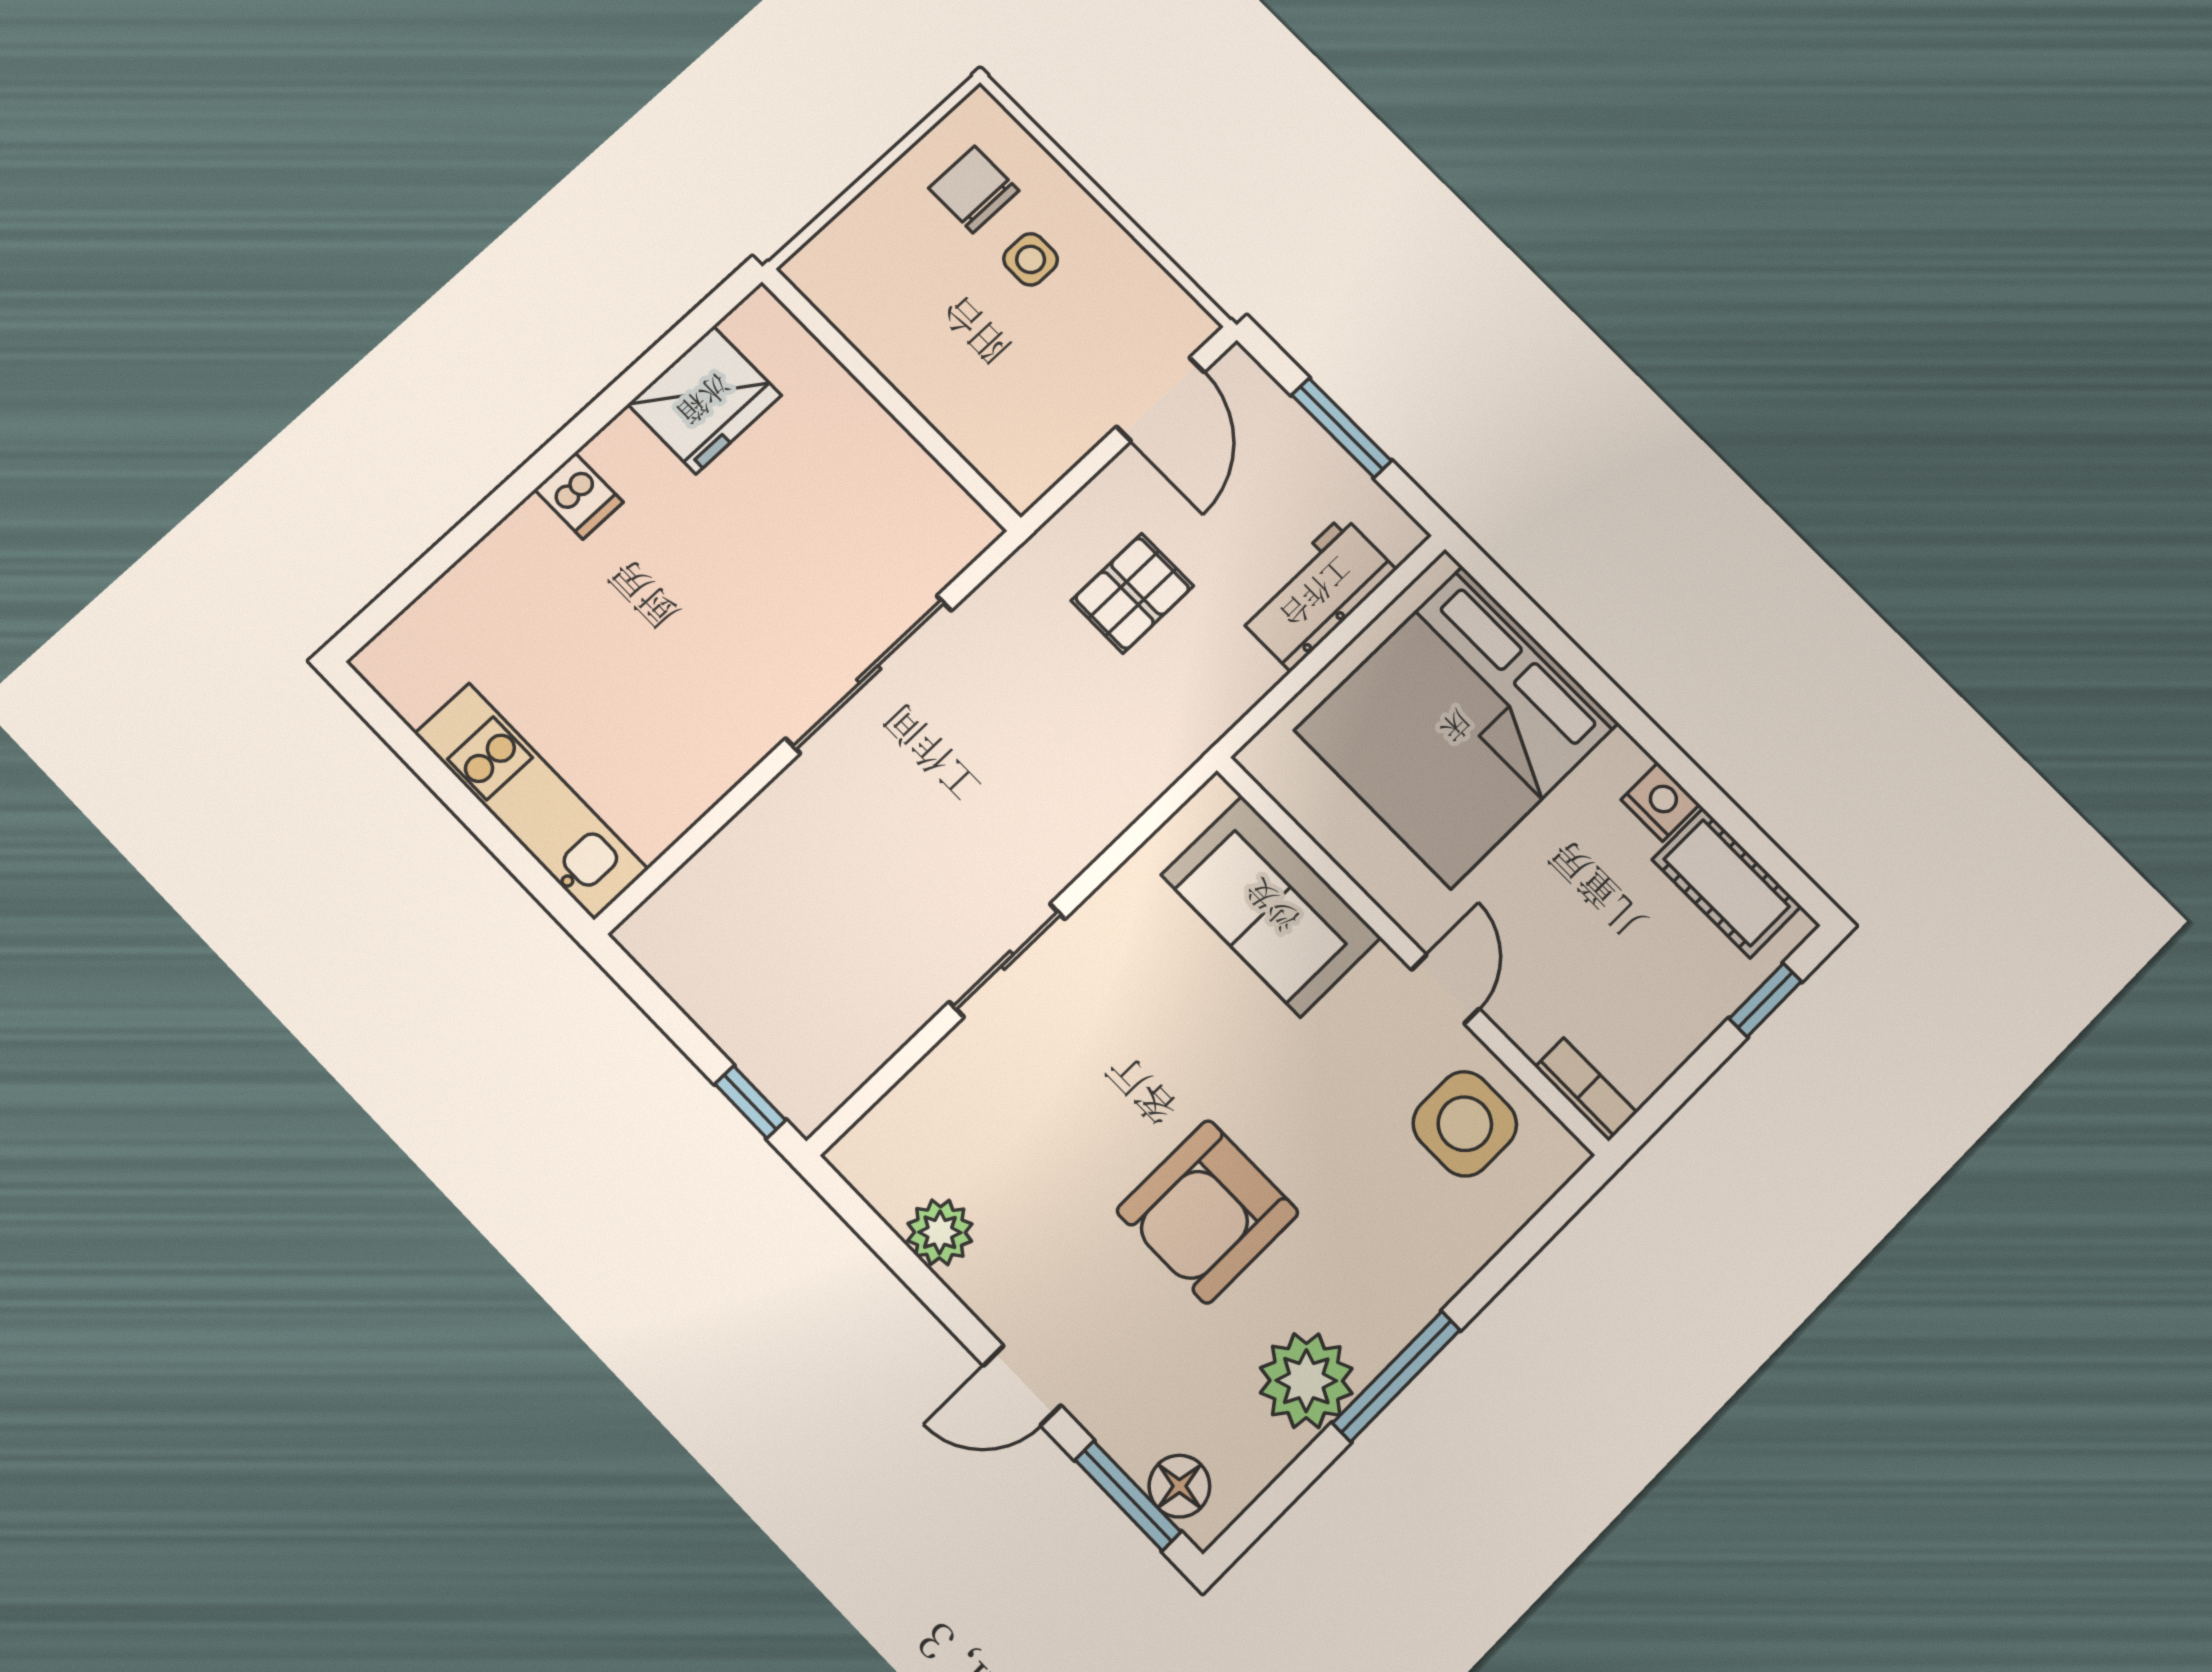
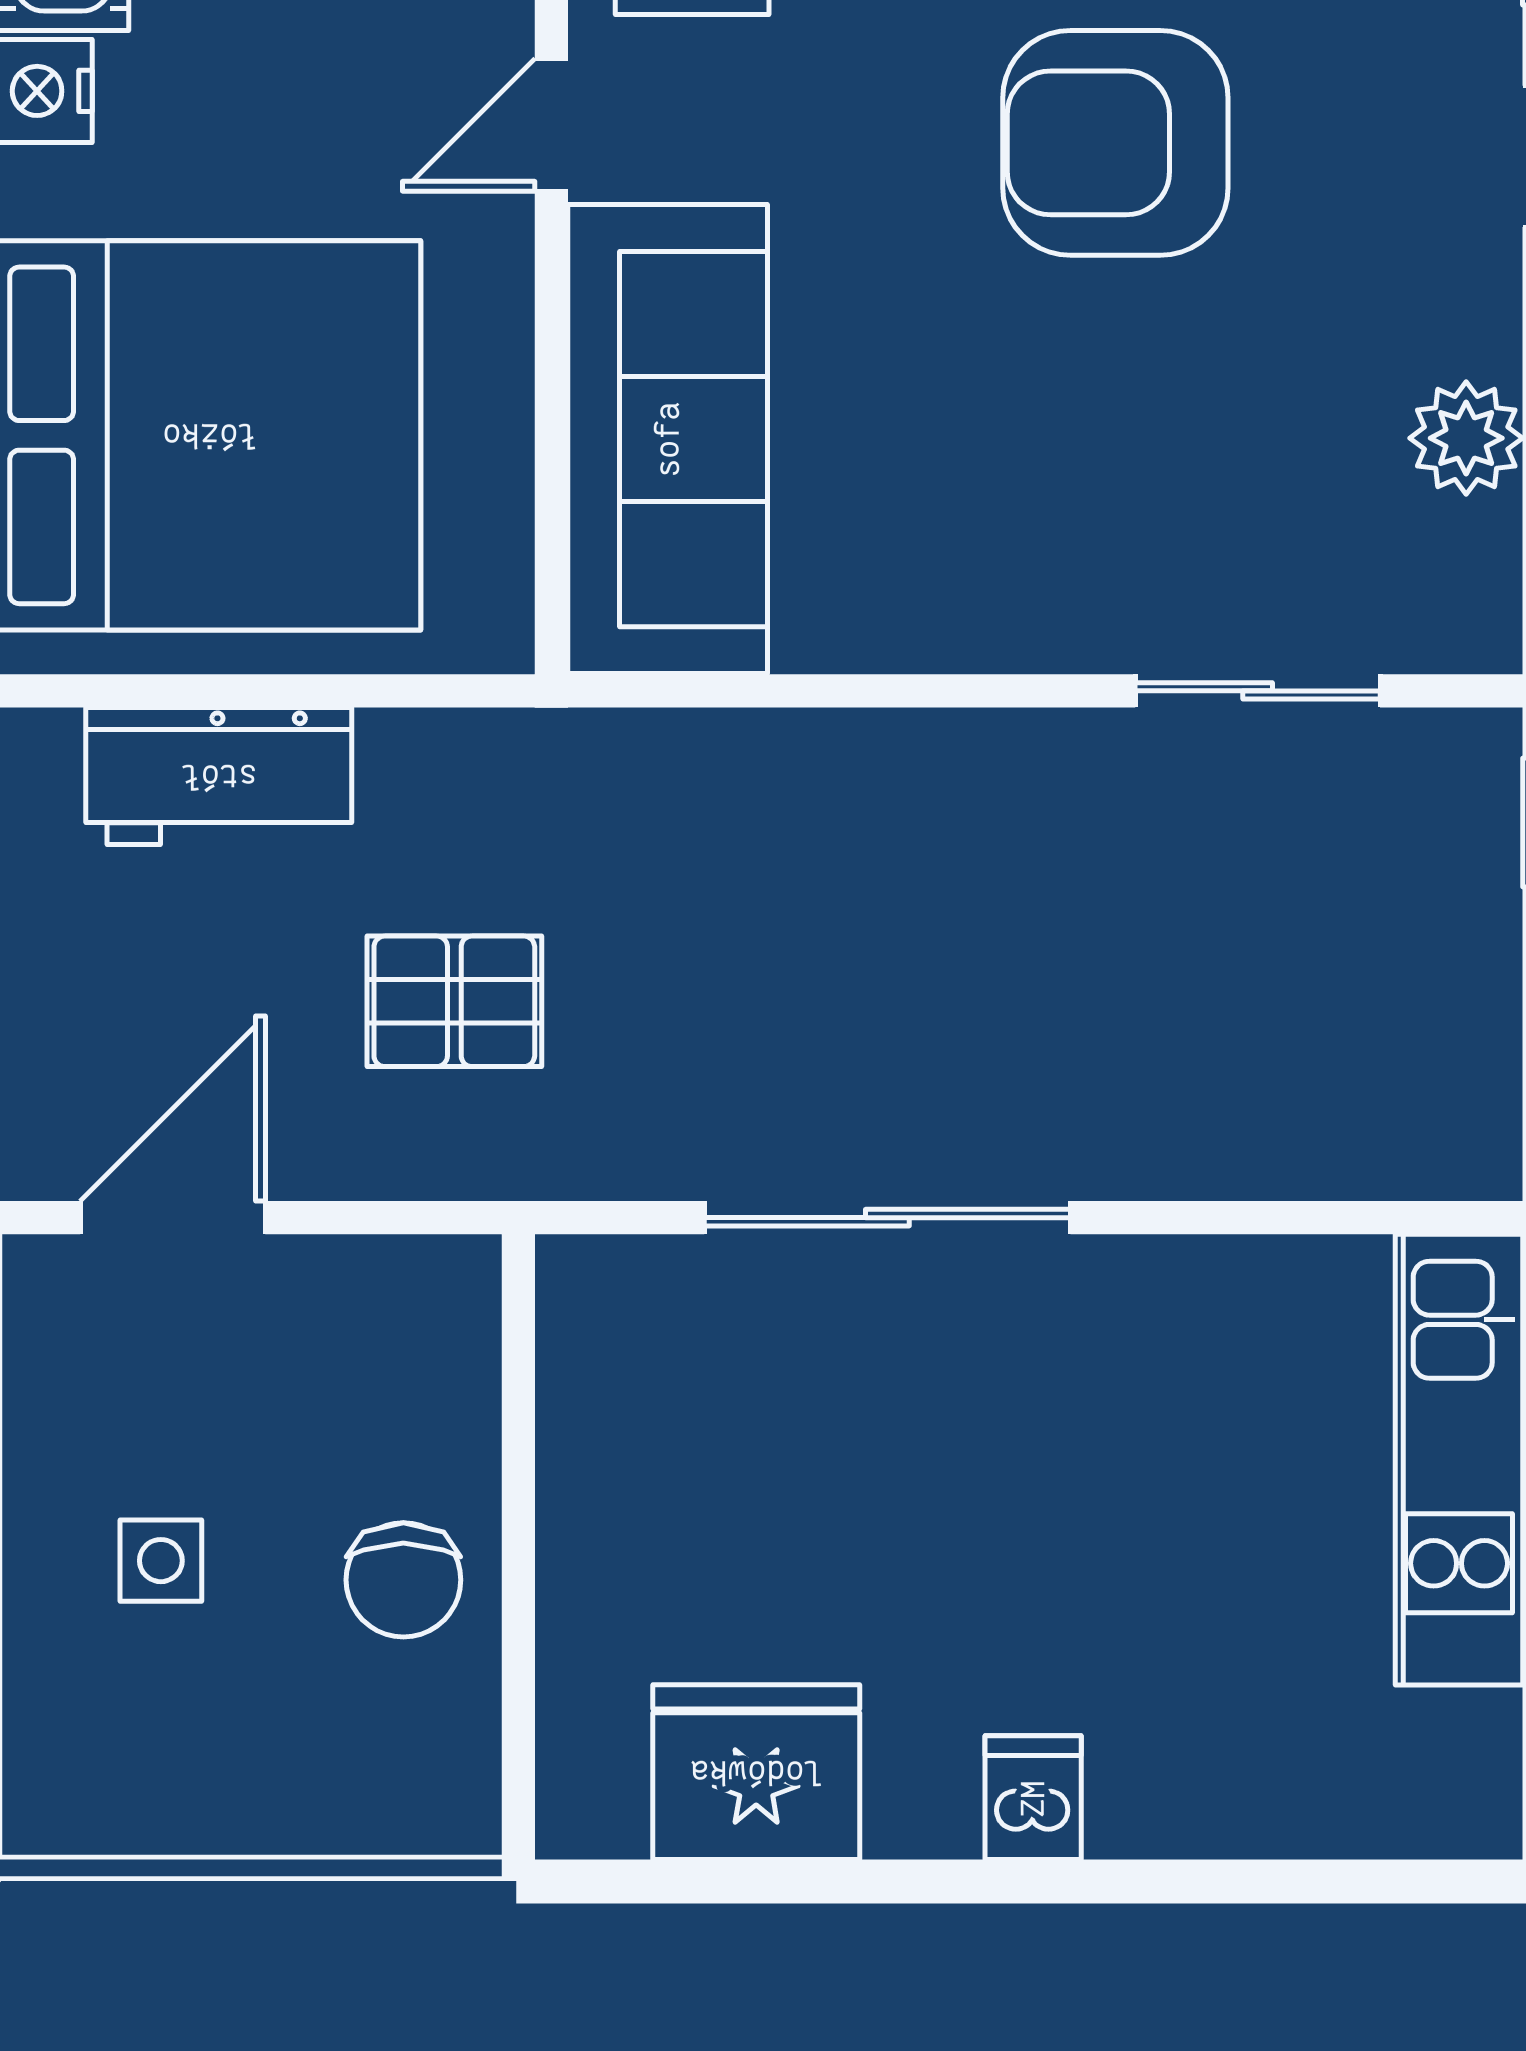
chair: (974, 189) -> (403, 1580), moved
sofa: (1271, 906) -> (668, 439), width x1.36
sliding door: (1007, 960) -> (1258, 691), moved
armchair: (1208, 1212) -> (1115, 143), turned 180

